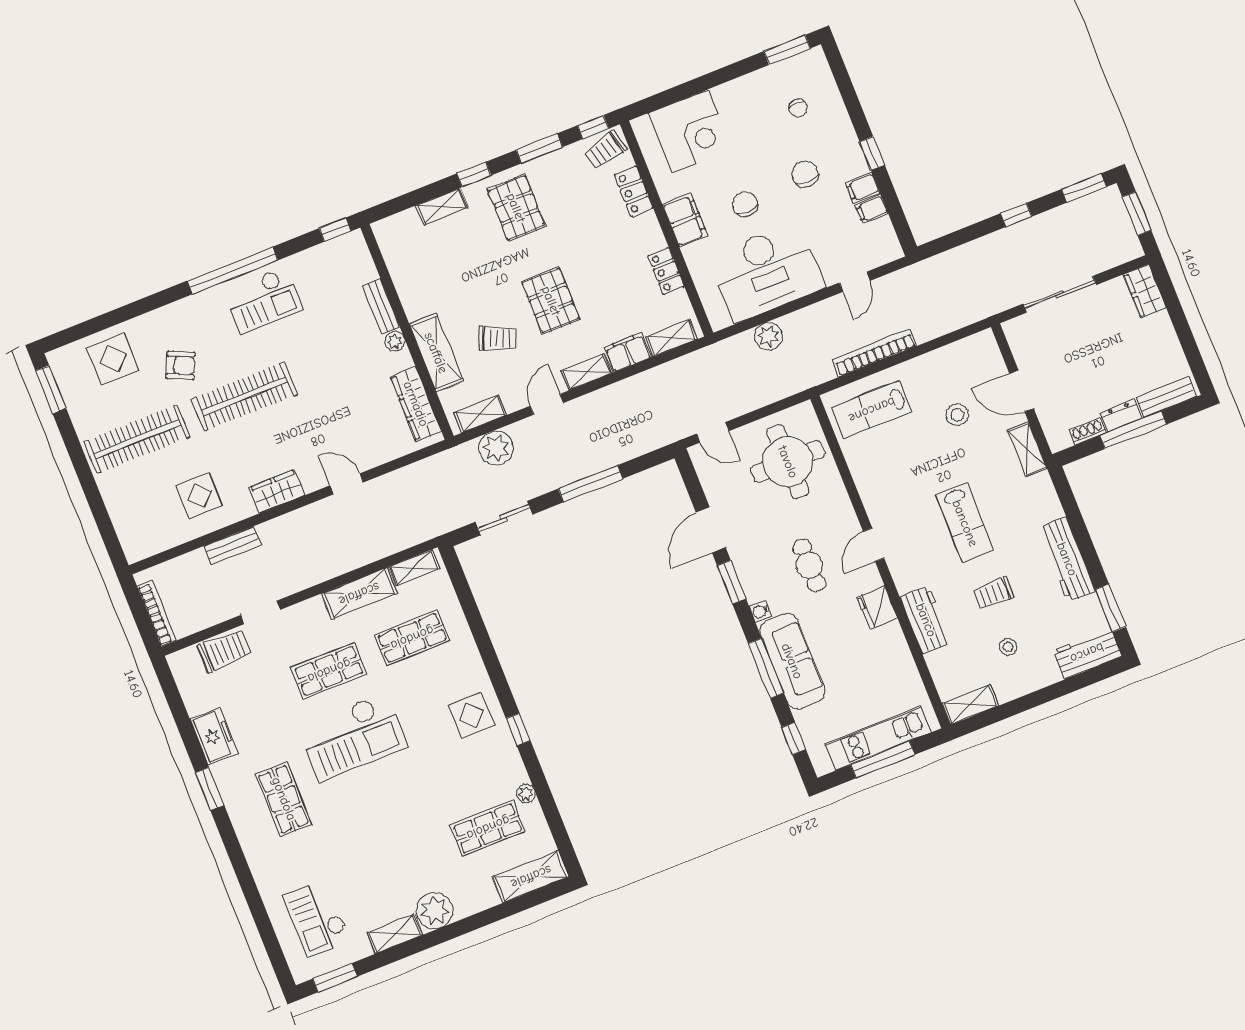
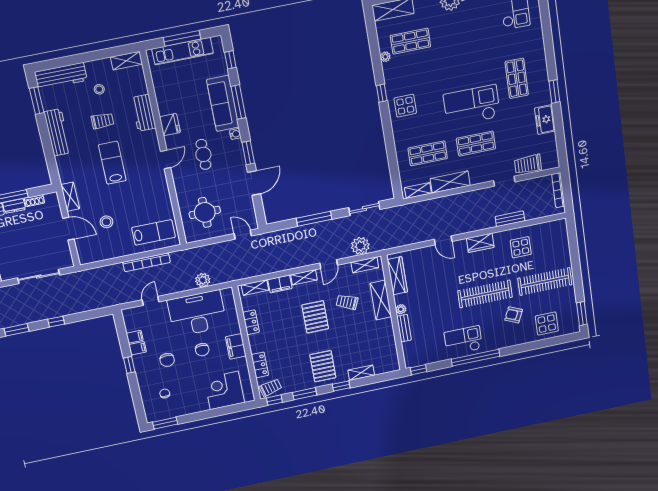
round table: (788, 462) -> (205, 212), width x0.73, depth x0.73
workbench: (1087, 653) -> (61, 76), width x1.38

